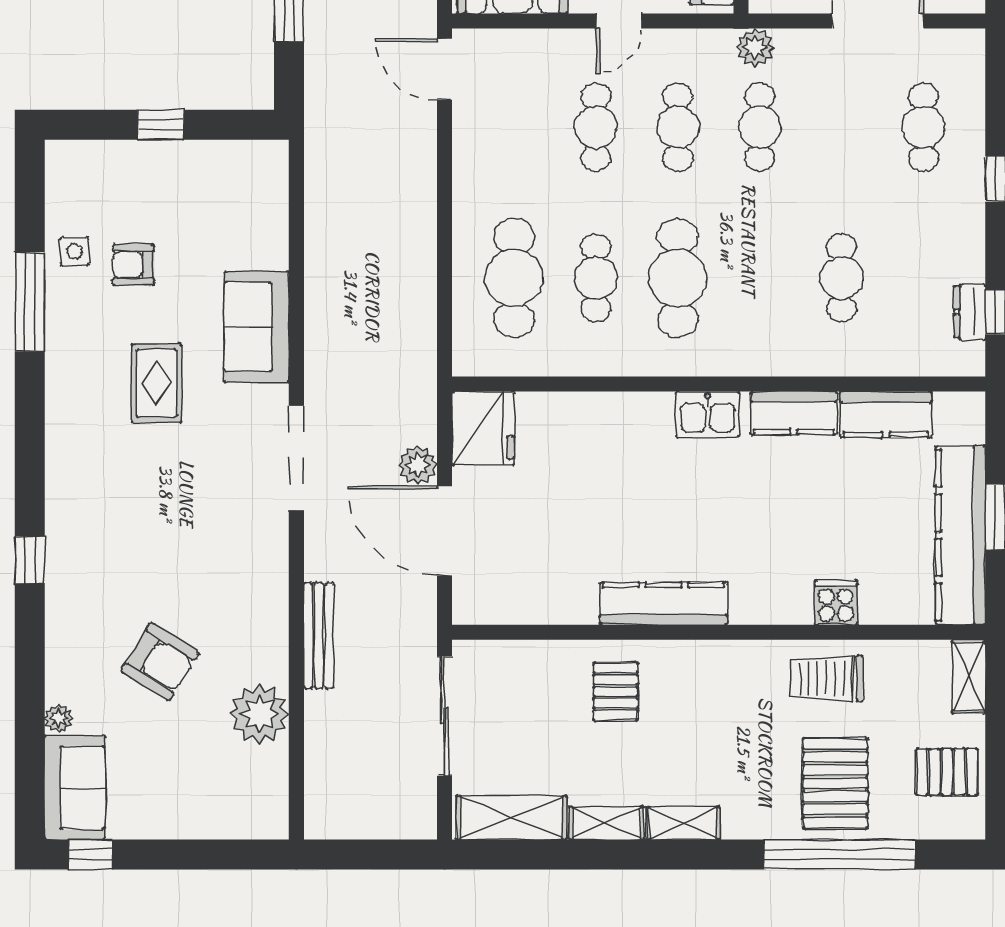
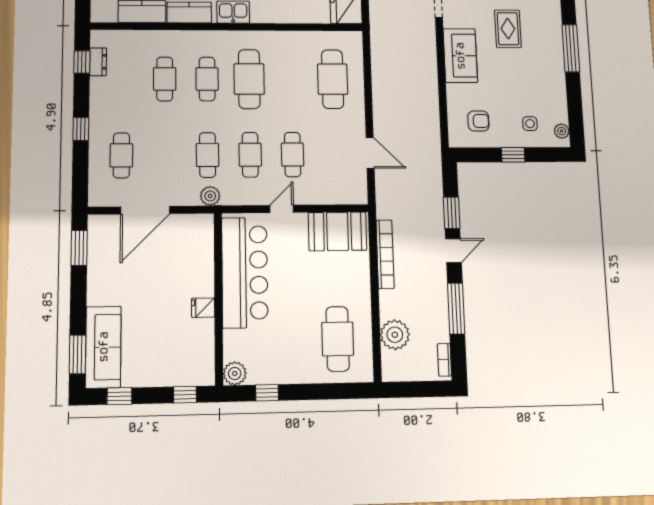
door: (445, 69) -> (370, 153), moved
plant: (60, 172) -> (562, 131), added
side table: (74, 251) -> (530, 124), moved
armchair: (133, 265) -> (478, 121), moved
cafe table: (596, 278) -> (207, 79), moved
window: (30, 302) -> (571, 48), moved

